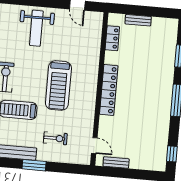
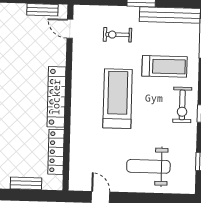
weight bench: (36, 28) -> (148, 166), turned -90
locker: (112, 38) -> (56, 152), width x1.53

